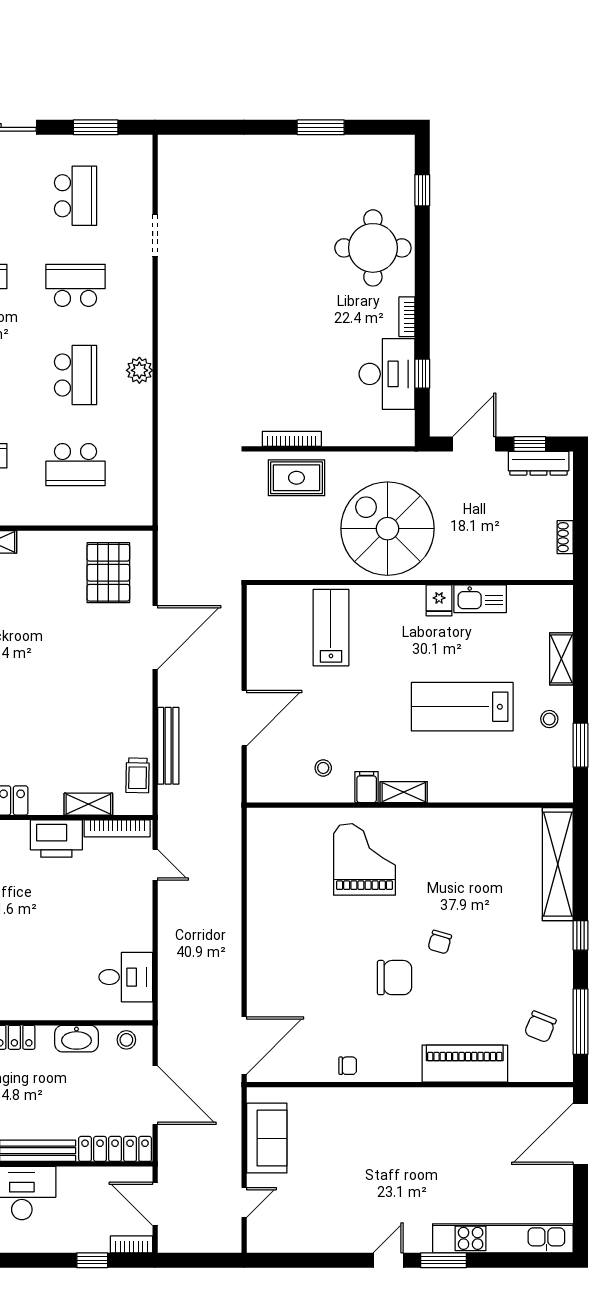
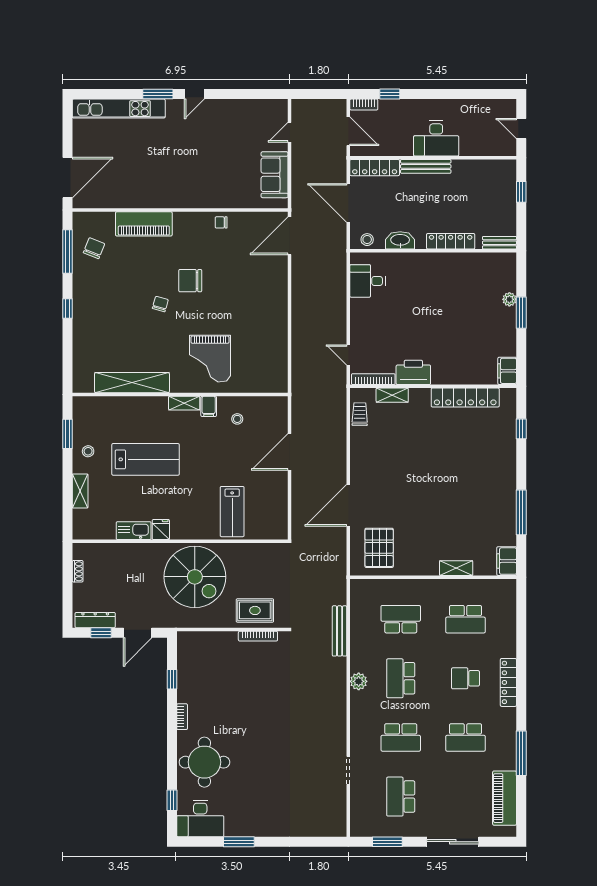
desk: (387, 374) -> (200, 818), moved, turned -90
bench: (168, 746) -> (340, 631), moved
shelving: (558, 864) -> (132, 383), moved, turned 90

